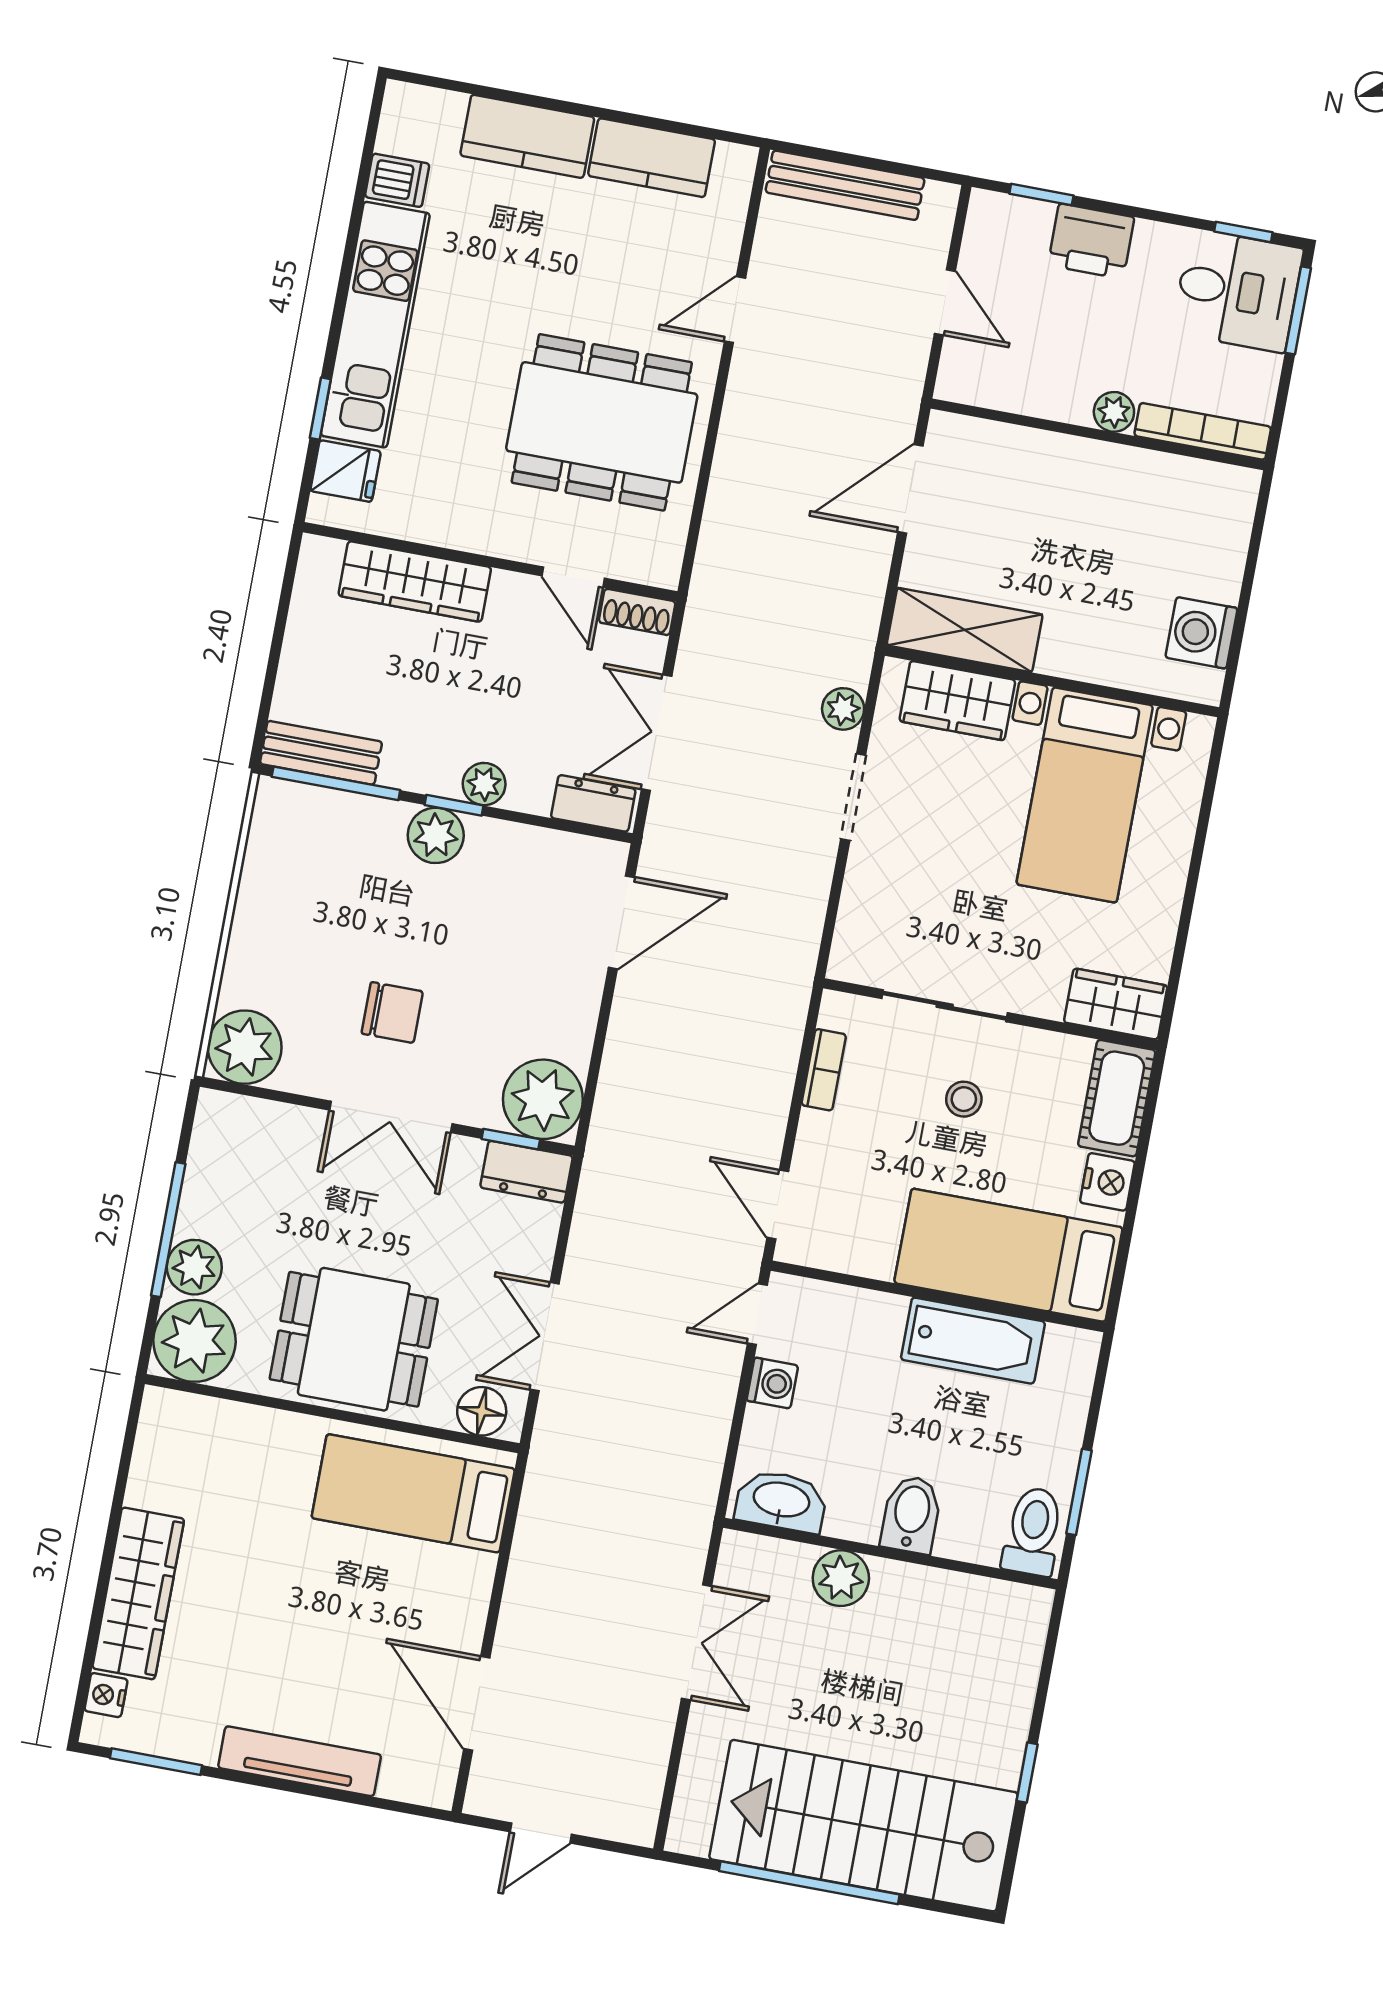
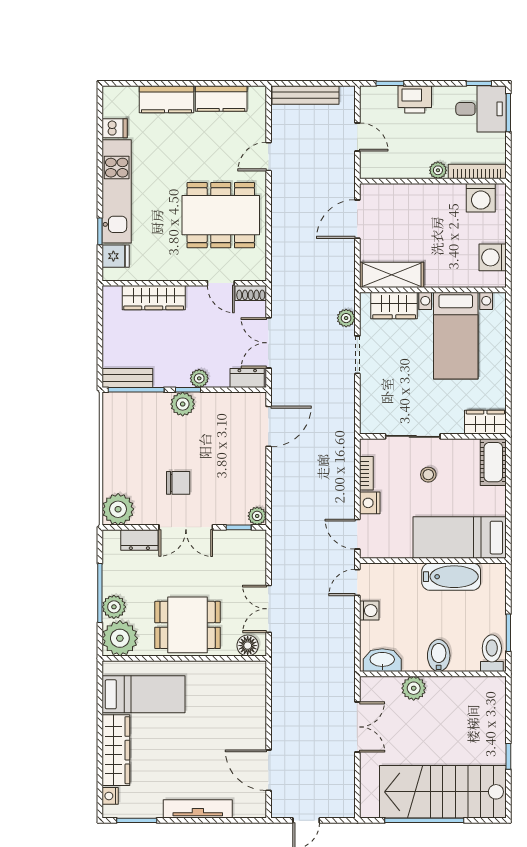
washing machine: (1200, 492) -> (481, 198), added
plant: (543, 1099) -> (257, 516), width x0.53, depth x0.53
dresser: (526, 1172) -> (139, 540), moved
nightstand: (1107, 1182) -> (370, 503), moved, turned 180
bed: (413, 1493) -> (143, 694), moved, turned 180

